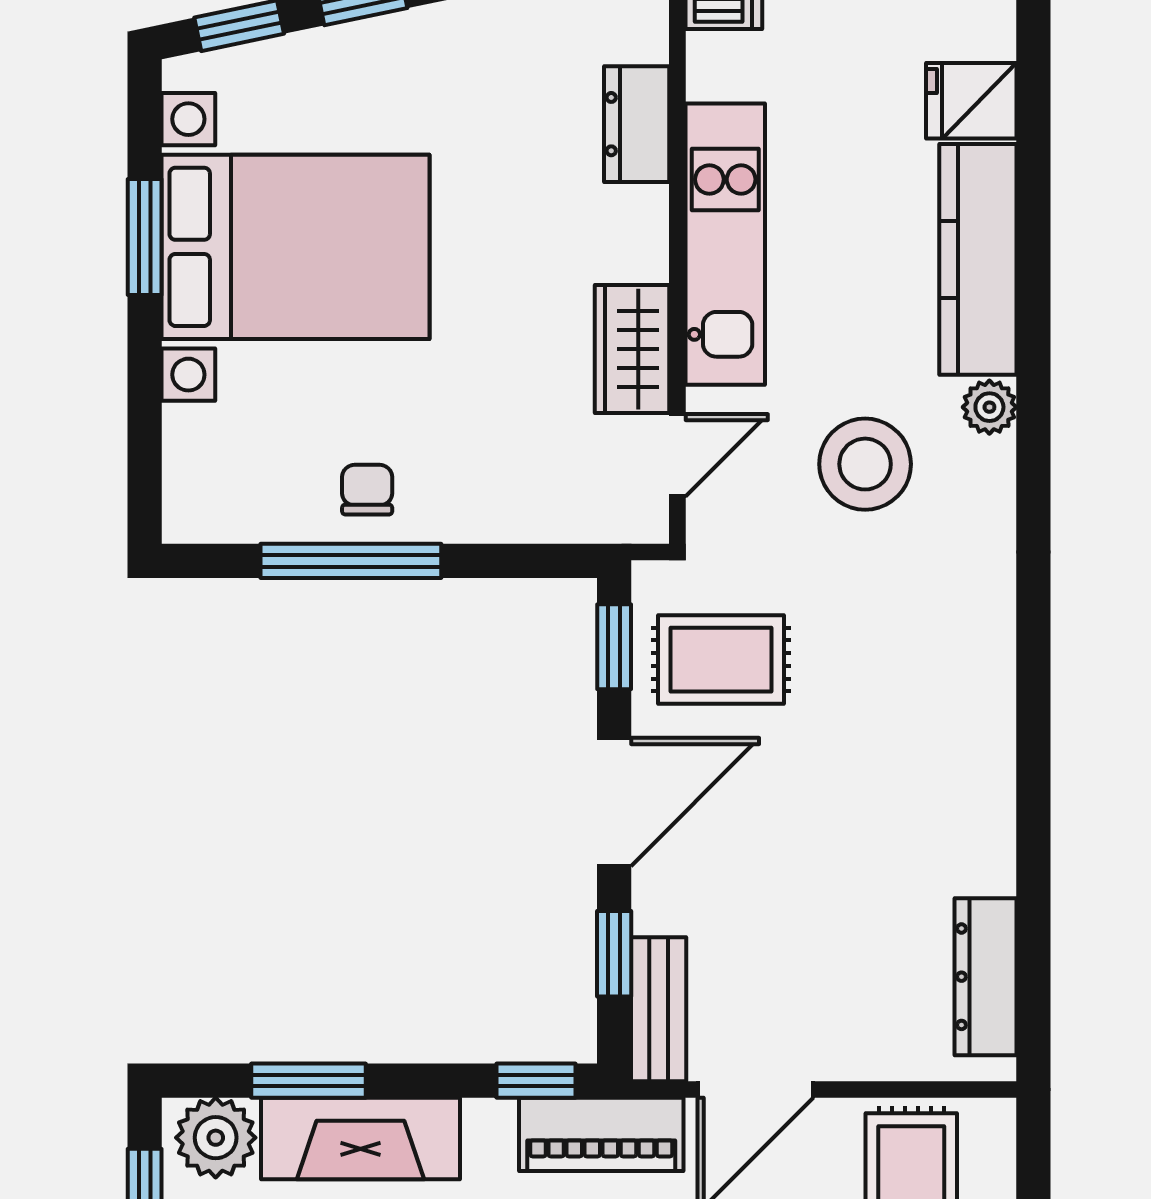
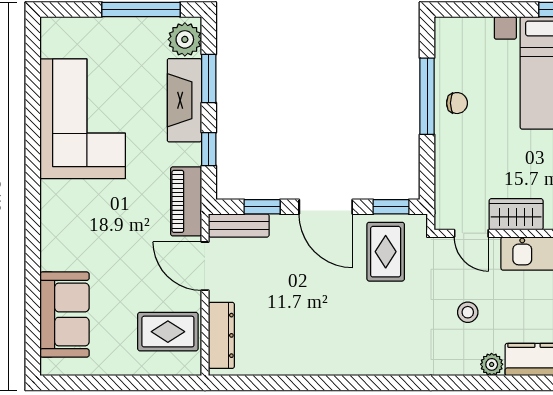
stool: (865, 464) -> (468, 312), width x0.53, depth x0.53
dresser: (985, 977) -> (221, 335), moved, turned 90
window: (536, 1081) -> (209, 149), moved

